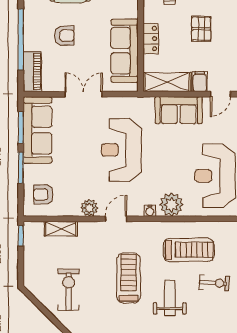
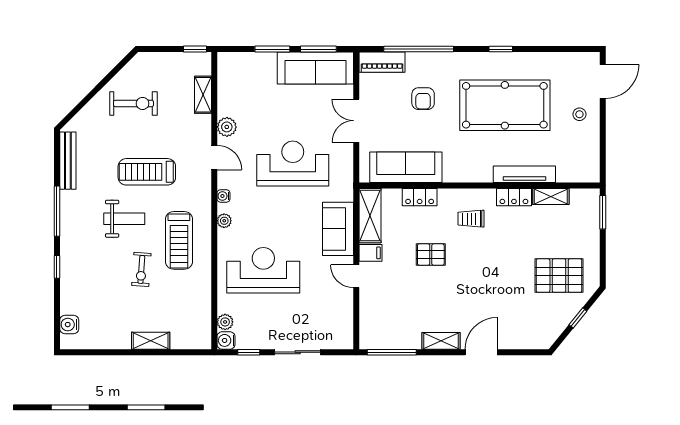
double door: (84, 94) -> (356, 121), swing flipped
armchair: (43, 194) -> (242, 75), removed
plant: (171, 205) -> (224, 221), width x0.53, depth x0.53
treadmill: (129, 278) -> (147, 172), turned 180

